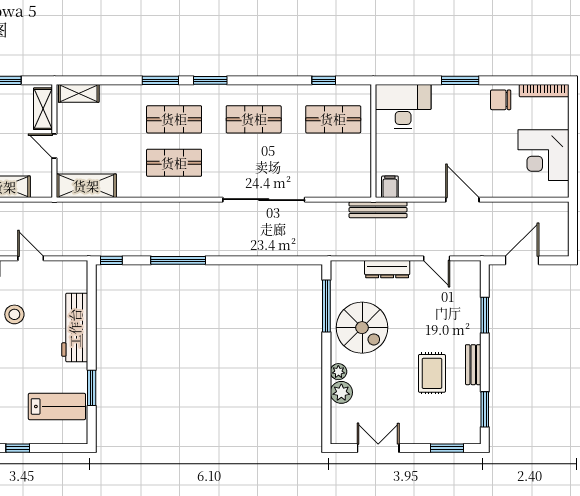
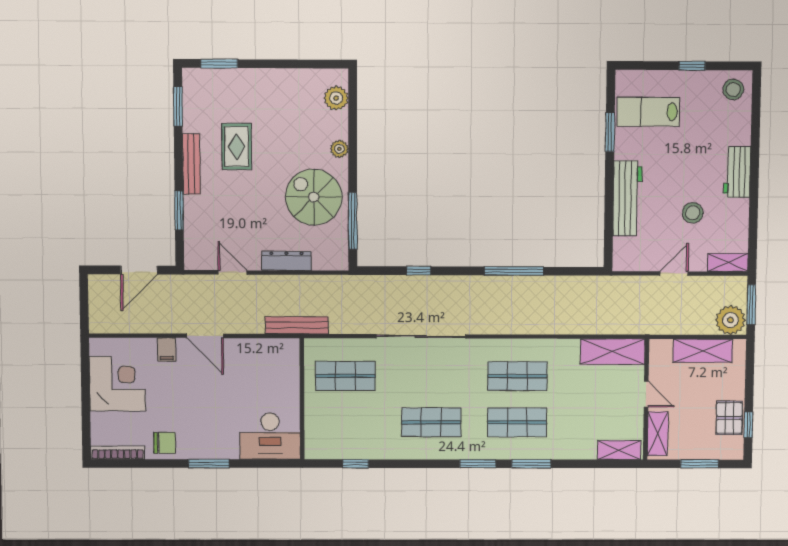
shop shelf: (333, 119) -> (345, 376), moved
filing cabinet: (390, 187) -> (167, 350), moved
door: (31, 258) -> (674, 274), swing flipped
window: (111, 260) -> (419, 271), moved
bench: (473, 365) -> (191, 164), width x1.36
plant: (341, 392) -> (336, 98), moved
double door: (378, 448) -> (295, 64), removed

